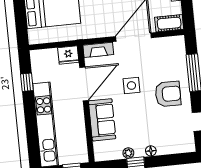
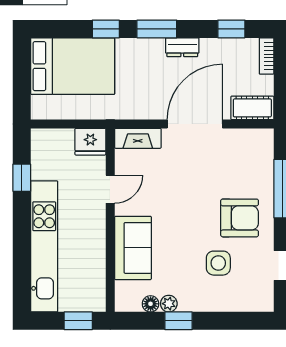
door: (84, 84) -> (110, 189), width x0.53
side table: (131, 86) -> (218, 263), moved
floor lamp: (151, 151) -> (151, 304), moved

